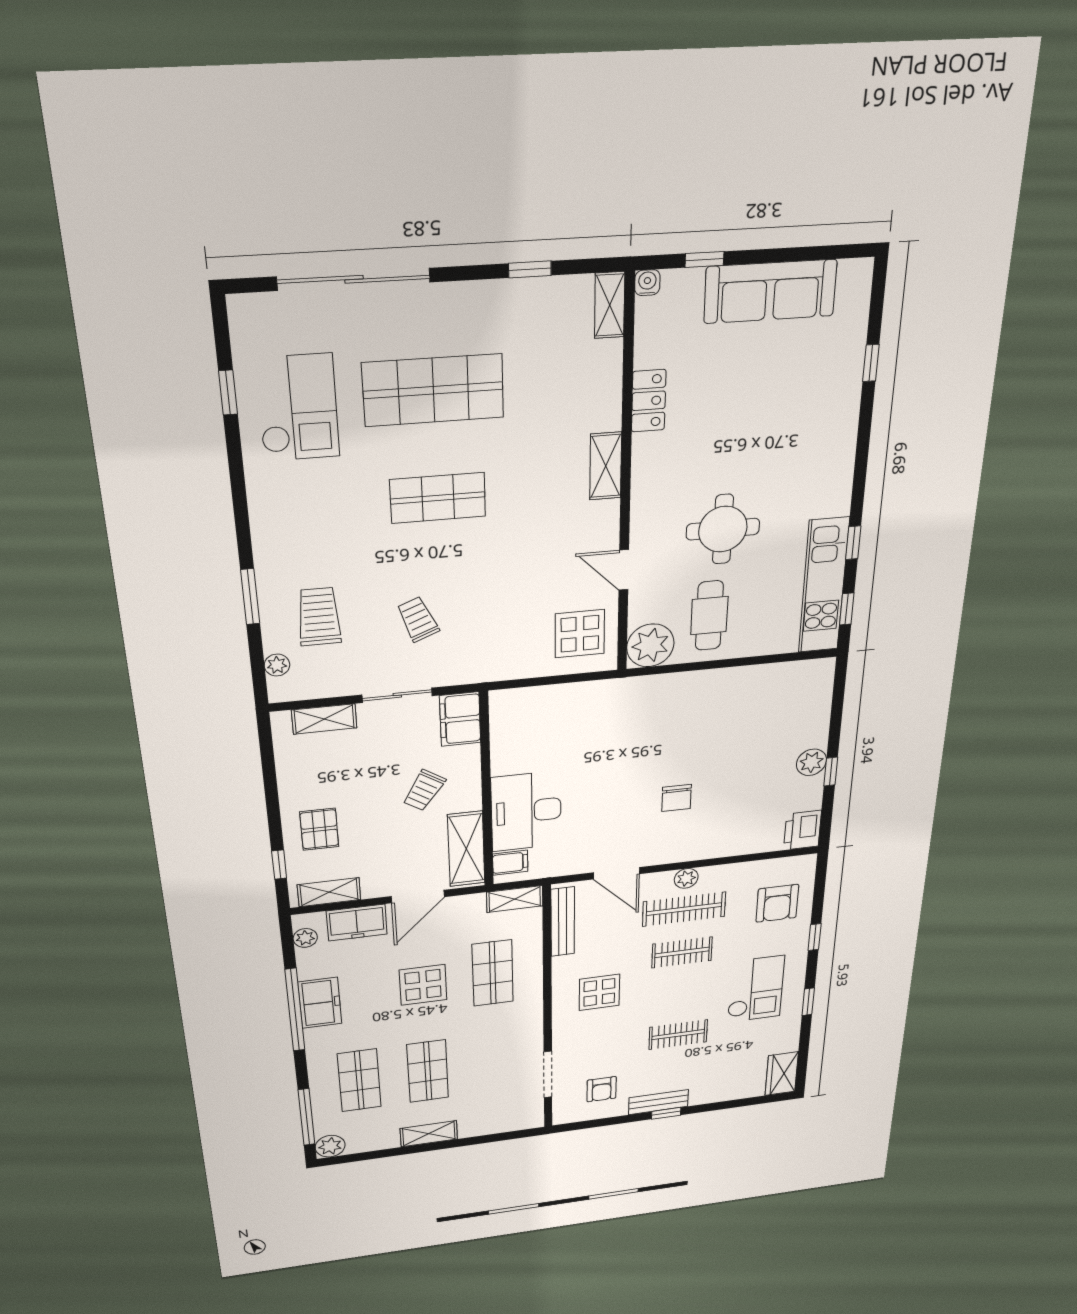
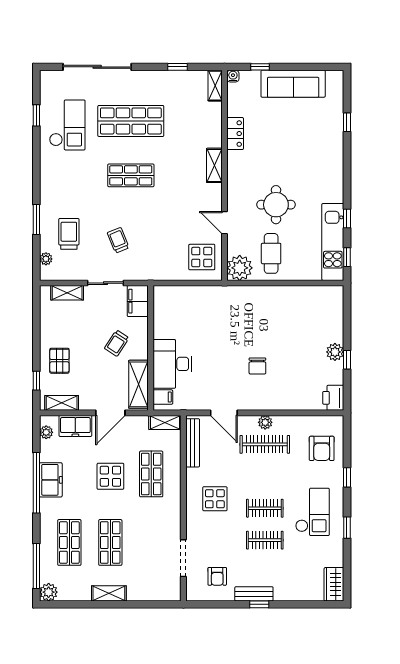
clothes rail: (682, 952) -> (265, 508), moved

